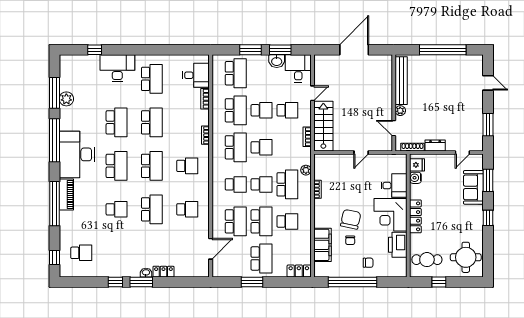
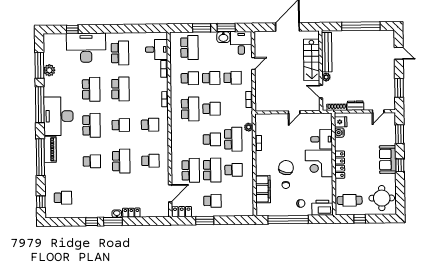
desk: (117, 68) -> (86, 48), width x1.36, depth x1.30
school desk: (236, 110) -> (190, 78), width x0.54
stairs: (323, 126) -> (312, 60), moved, turned 180
school desk: (152, 166) -> (121, 125), width x0.54
school desk: (236, 184) -> (190, 140), removed
sofa: (473, 187) -> (388, 160), moved
printer: (398, 245) -> (322, 208), moved, turned 90
school desk: (262, 258) -> (212, 201), width x0.54
locker: (299, 271) -> (182, 212), moved

